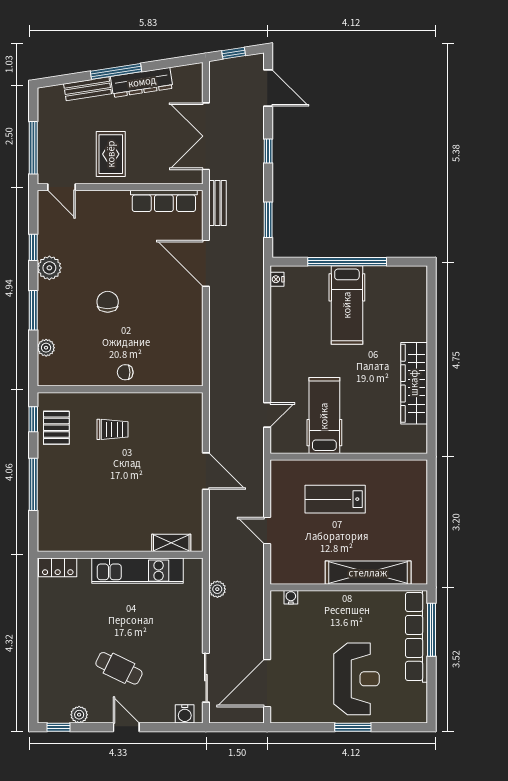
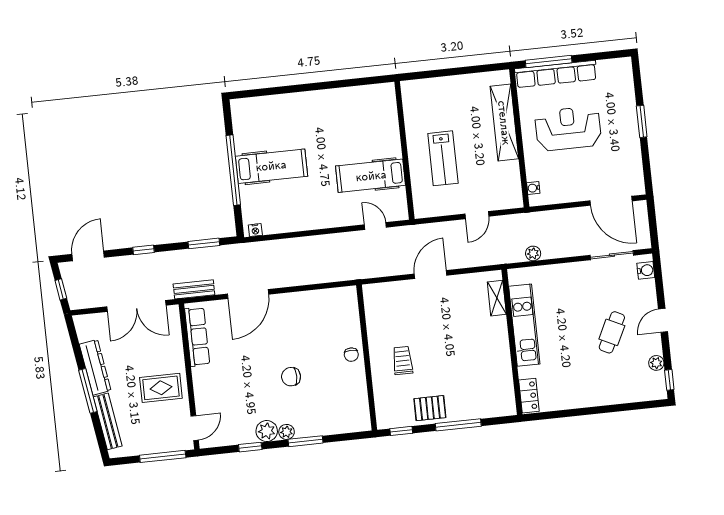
bench: (88, 89) -> (108, 421), width x1.36
plant: (46, 348) -> (287, 432), moved
wardrobe: (414, 383) -> (334, 100), removed
pallet: (56, 428) -> (430, 408), moved
reception desk: (356, 679) -> (568, 129), moved

